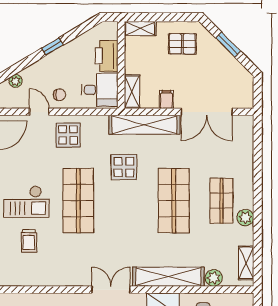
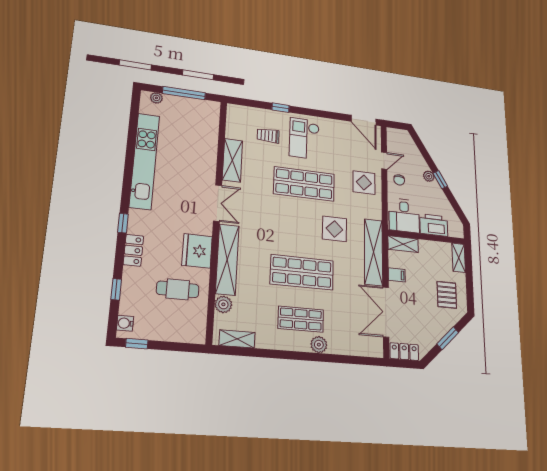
plant: (16, 81) -> (429, 176), moved
locker: (246, 93) -> (404, 352), added
plant: (245, 218) -> (319, 345), moved
shelving: (62, 277) -> (232, 160), added

